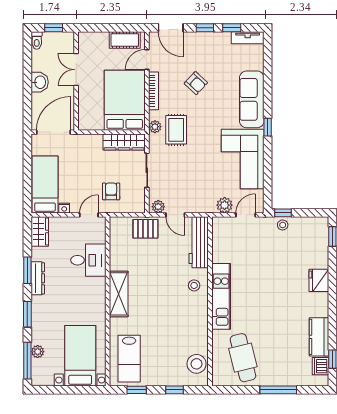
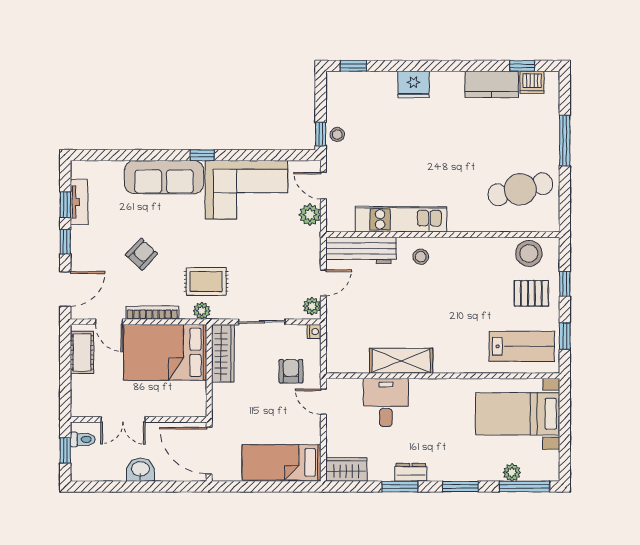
tv unit: (248, 38) -> (79, 202), moved
toilet: (37, 40) -> (83, 439), moved
armchair: (111, 191) -> (291, 371), turned 90
nightstand: (64, 208) -> (314, 332), moved
pallet: (145, 229) -> (531, 293), moved, turned 90
dresser: (38, 278) -> (411, 472), width x0.70
shelving: (119, 294) -> (401, 361), moved
kitchen unit: (221, 296) -> (401, 219), moved

